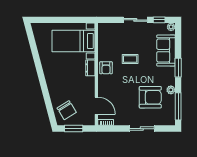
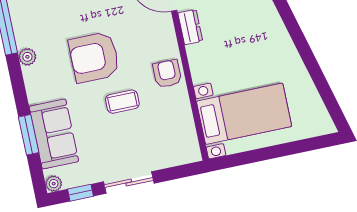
dresser: (90, 68) -> (190, 27), moved
window: (178, 68) -> (29, 135), moved
armchair: (150, 97) -> (94, 57), moved

